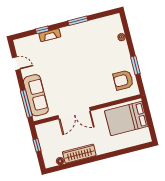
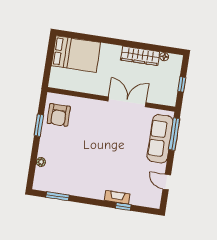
window: (78, 21) -> (57, 196), moved
armchair: (123, 80) -> (59, 115), turned 90
bed: (126, 119) -> (76, 54), moved

